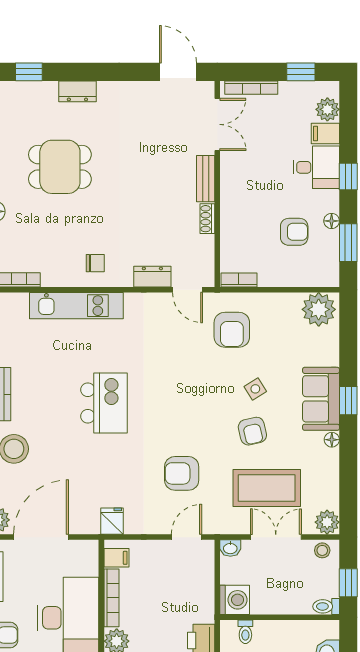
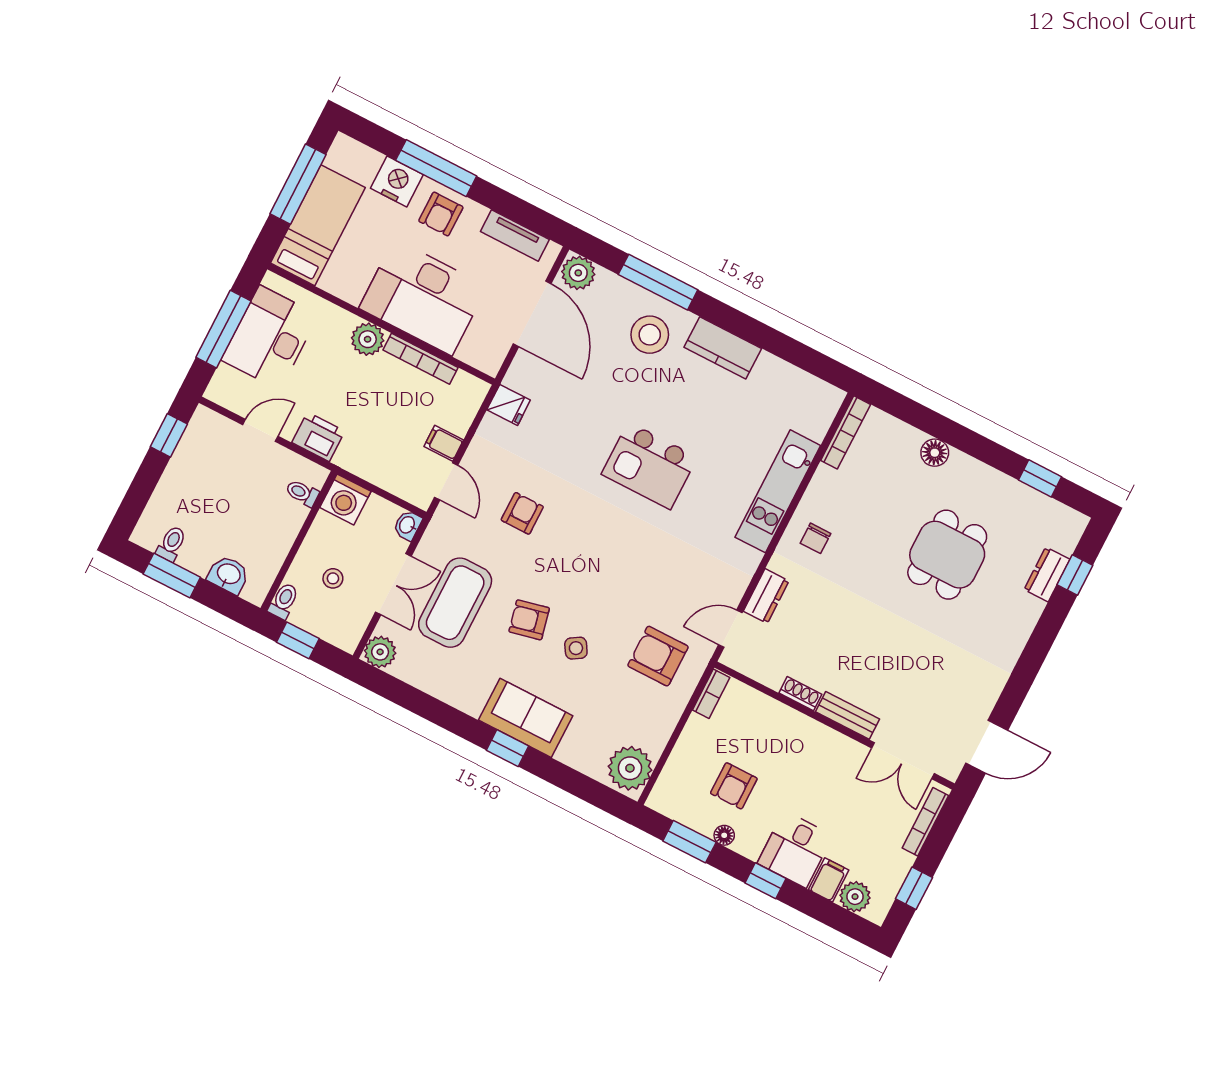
dresser: (77, 91) -> (1047, 574), moved
floor lamp: (332, 440) -> (472, 706), removed
armchair: (182, 473) -> (522, 513), width x0.72, depth x0.72
stool: (322, 550) -> (333, 578), moved
filing cabinet: (117, 558) -> (444, 443), moved, turned 90

